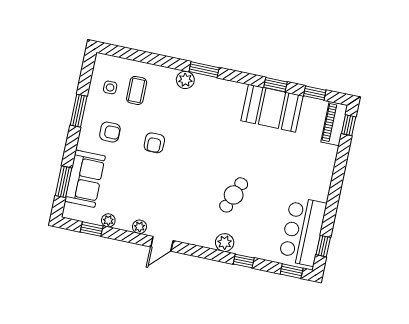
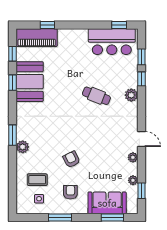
piano: (334, 124) -> (37, 38), width x1.37, depth x1.33
window: (349, 125) -> (47, 25), moved
armchair: (154, 143) -> (71, 159), turned -117
window: (292, 271) -> (141, 57), moved

